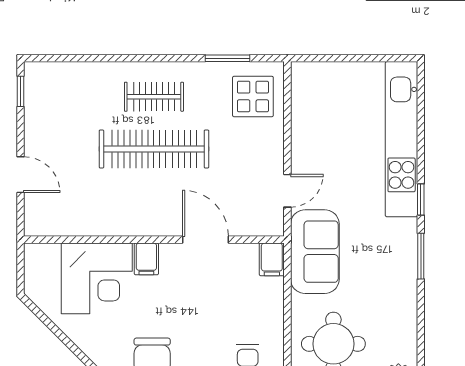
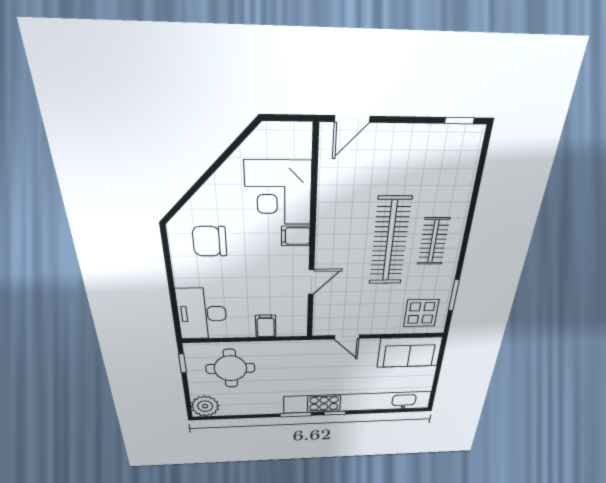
kitchen unit: (402, 139) -> (358, 402), width x1.36
door: (21, 175) -> (352, 119), moved
door: (205, 240) -> (311, 282), width x0.73
sofa: (315, 252) -> (409, 352), moved
filing cabinet: (272, 259) -> (266, 326), moved, turned 90

